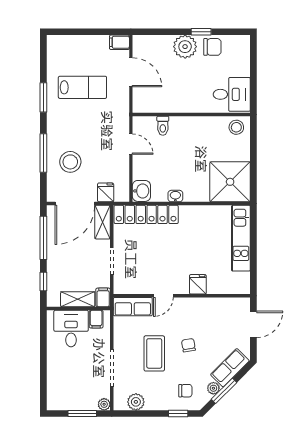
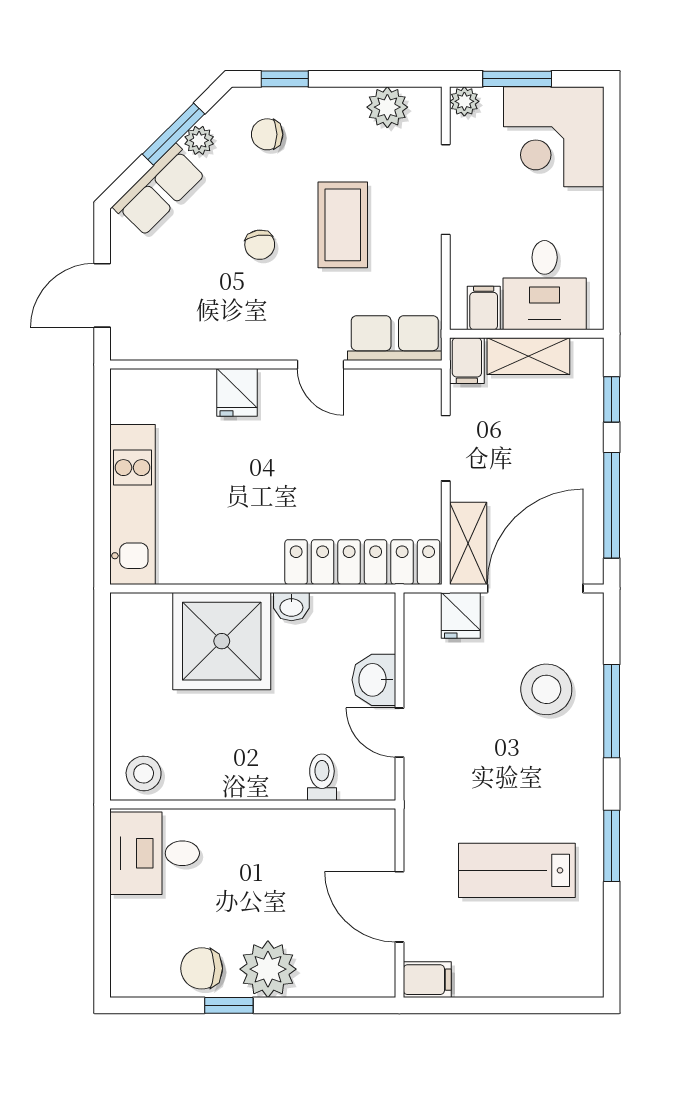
shower: (230, 182) -> (222, 641), moved
washbasin: (141, 191) -> (374, 680), moved
door: (163, 296) -> (321, 365), swing flipped
corner desk: (67, 390) -> (554, 137), added

